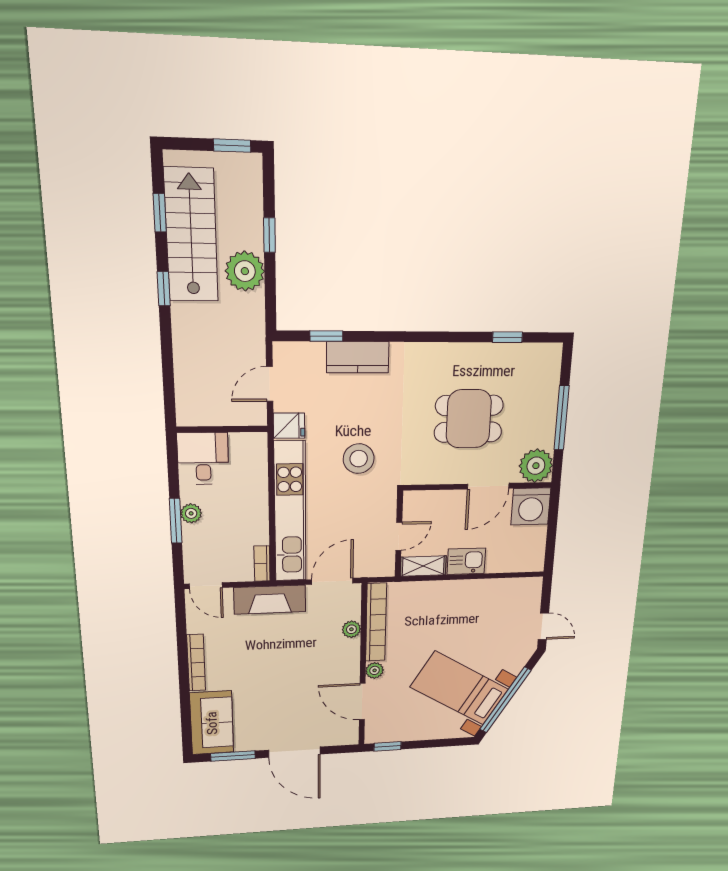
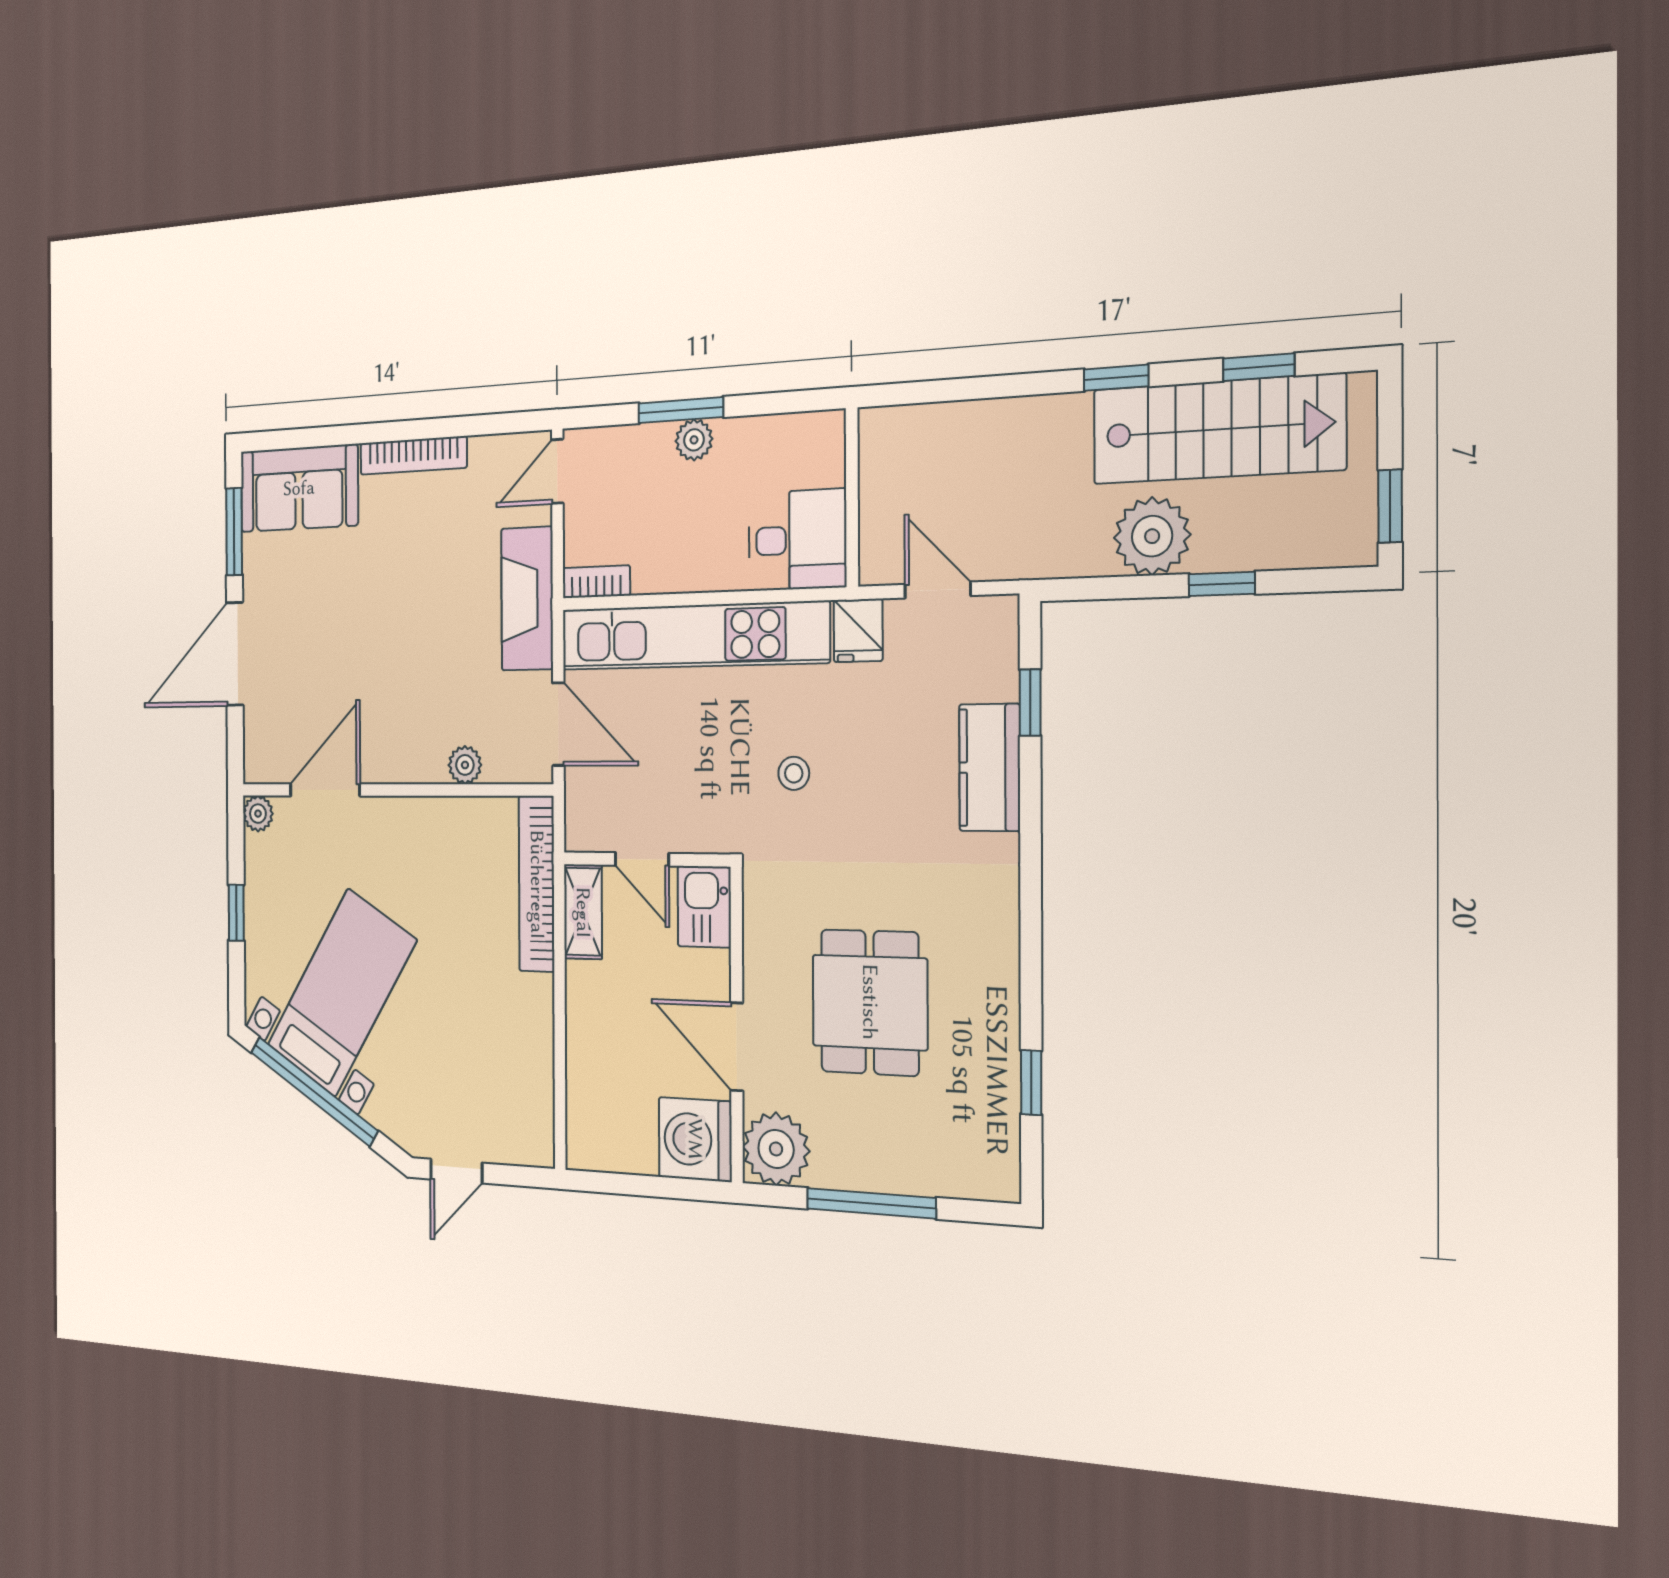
desk: (203, 459) -> (797, 540), moved
stool: (359, 459) -> (794, 773), width x0.53, depth x0.53
kitchen sink: (466, 561) -> (704, 907), moved, turned 180
bookcase: (376, 622) -> (537, 884), moved, turned 90
plant: (375, 670) -> (258, 814), moved
window: (388, 746) -> (236, 913), moved

